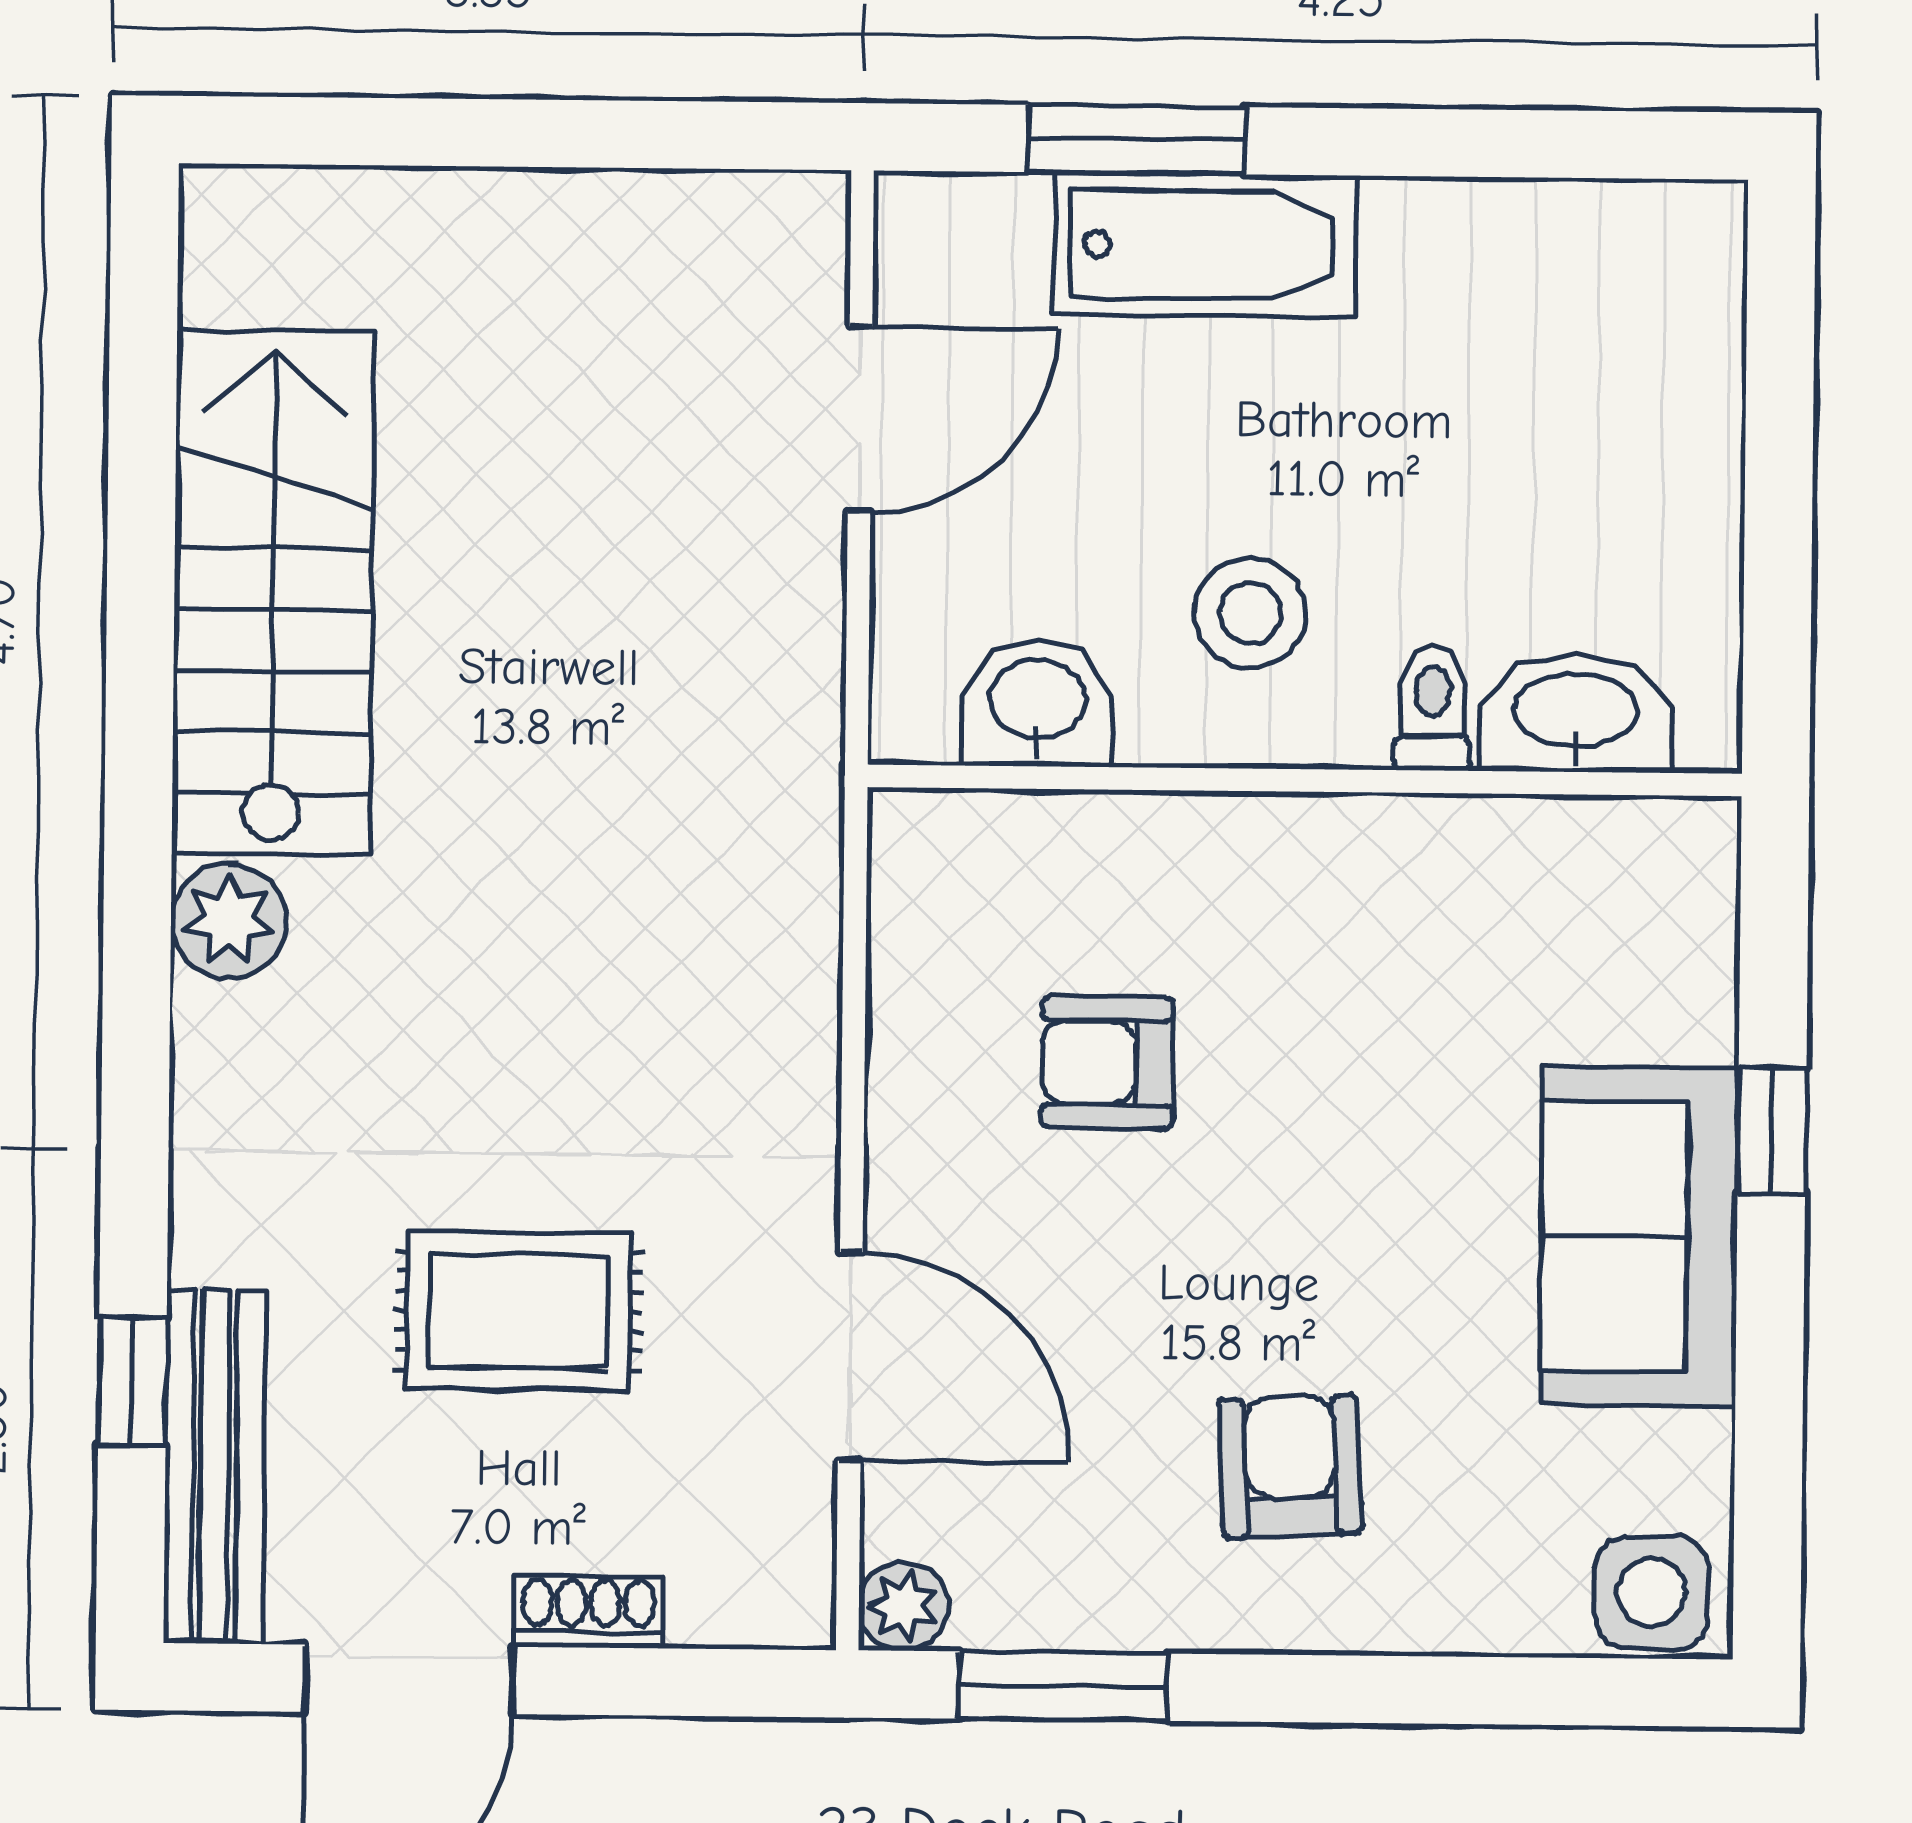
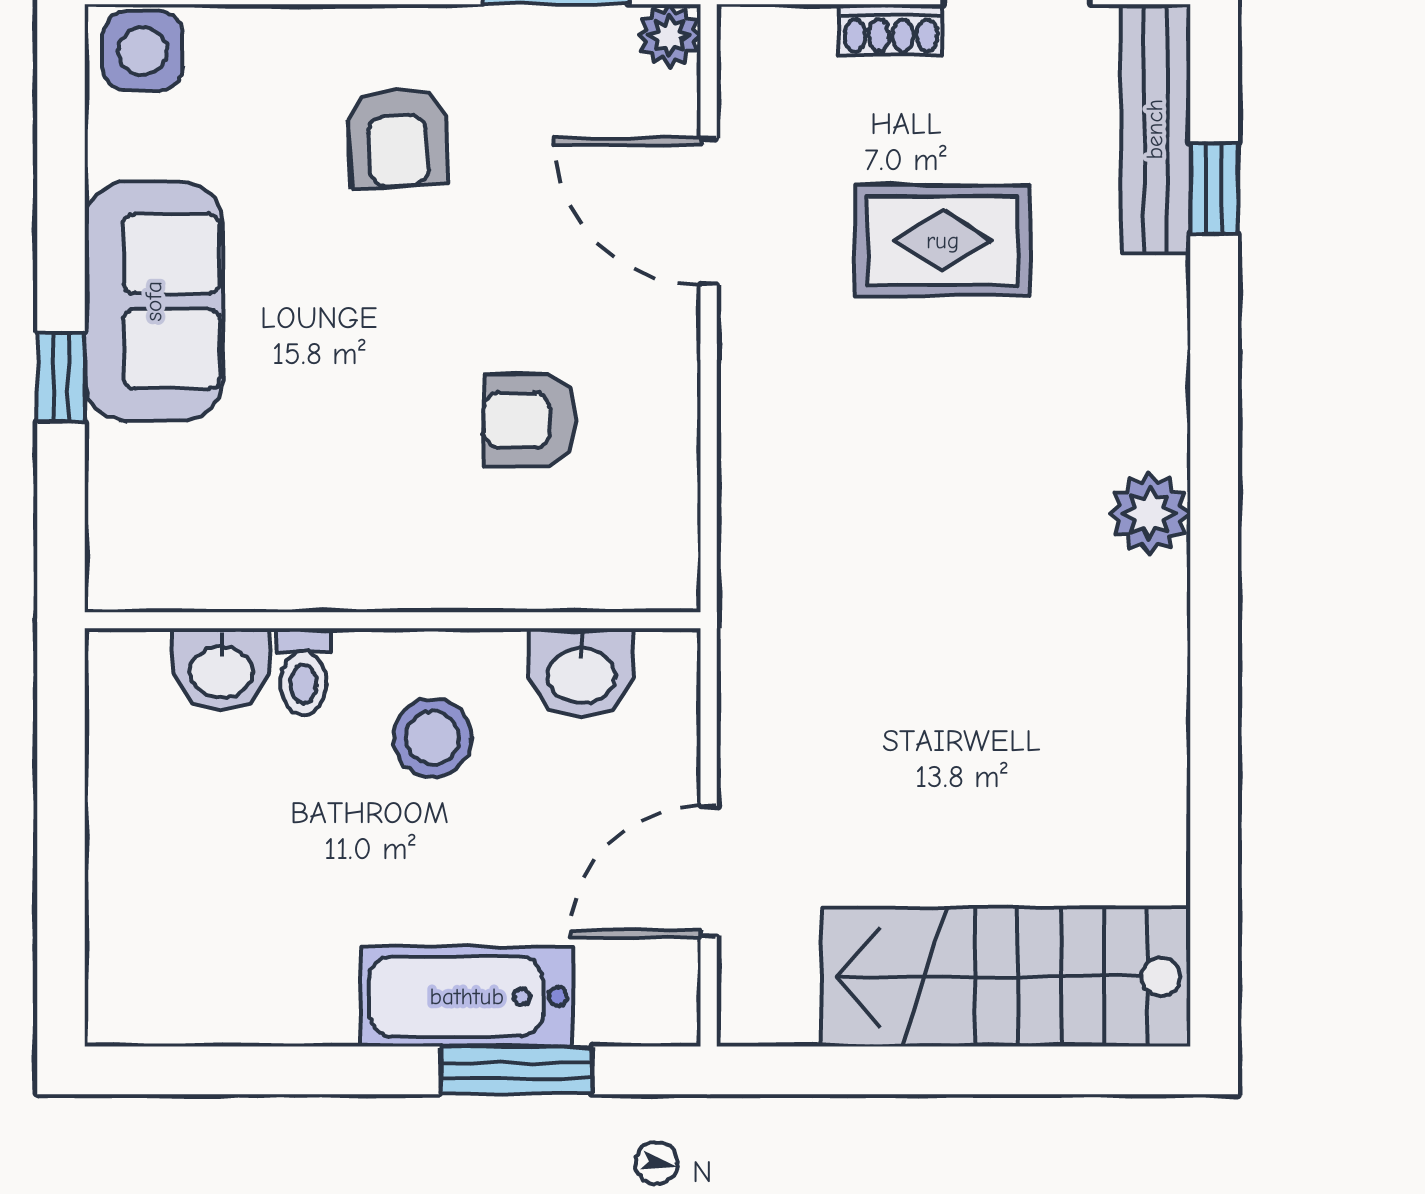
stairs: (273, 592) -> (1006, 977), moved, turned 90
washbasin: (1576, 713) -> (221, 669), width x0.72
armchair: (1107, 1062) -> (530, 420), turned 180

